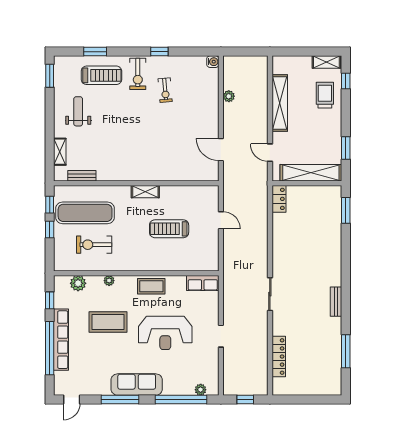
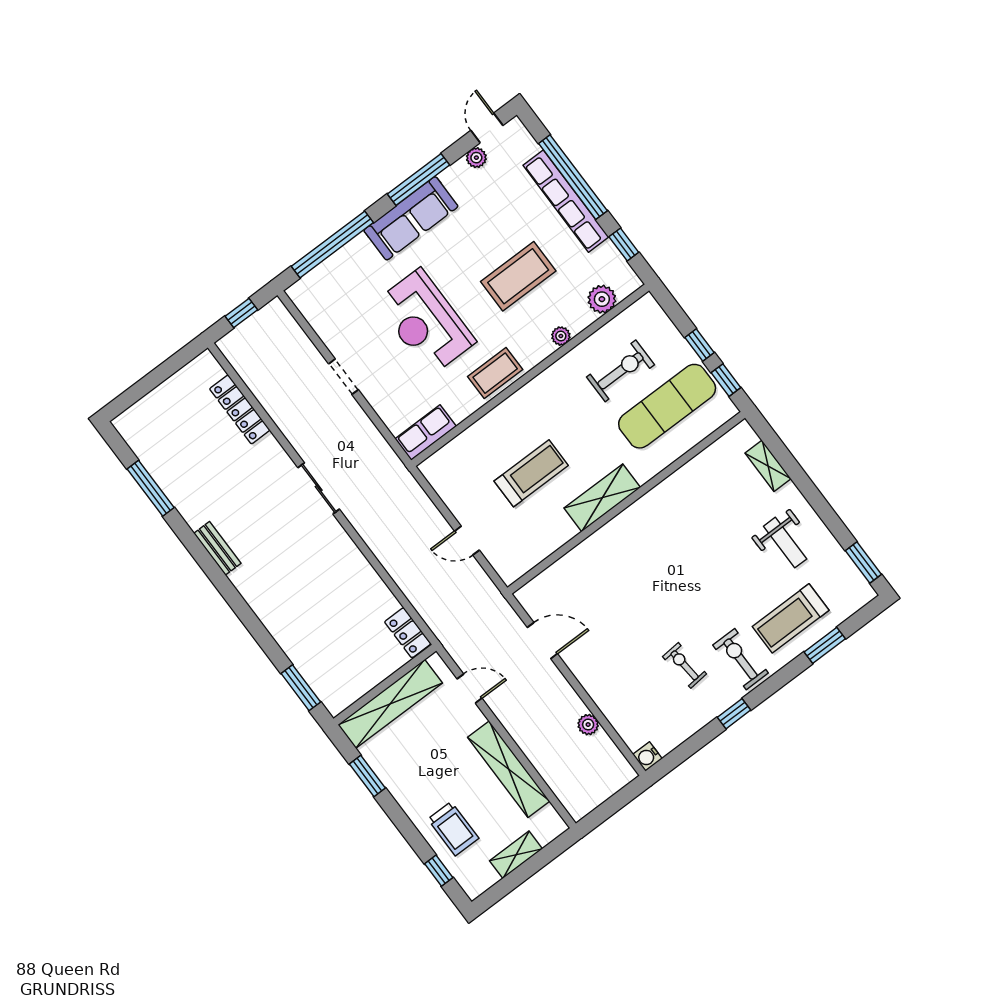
shelving: (326, 62) -> (516, 855), moved
bench: (82, 176) -> (711, 455), removed
shelving: (145, 192) -> (602, 498), width x1.50, depth x1.33
reception desk: (165, 333) -> (425, 322), turned -90
plant: (201, 390) -> (476, 158), moved

